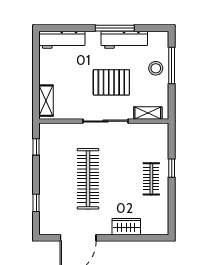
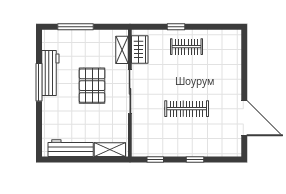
workbench: (62, 40) -> (71, 148), moved, turned -90
stool: (156, 68) -> (78, 42), removed
clothes rail: (88, 179) -> (187, 109), width x0.73, depth x0.76
window: (36, 203) -> (195, 159), moved
wardrobe: (126, 227) -> (140, 49), moved, turned 180

